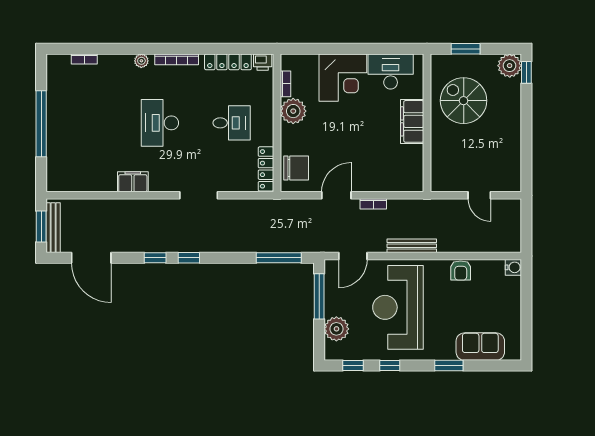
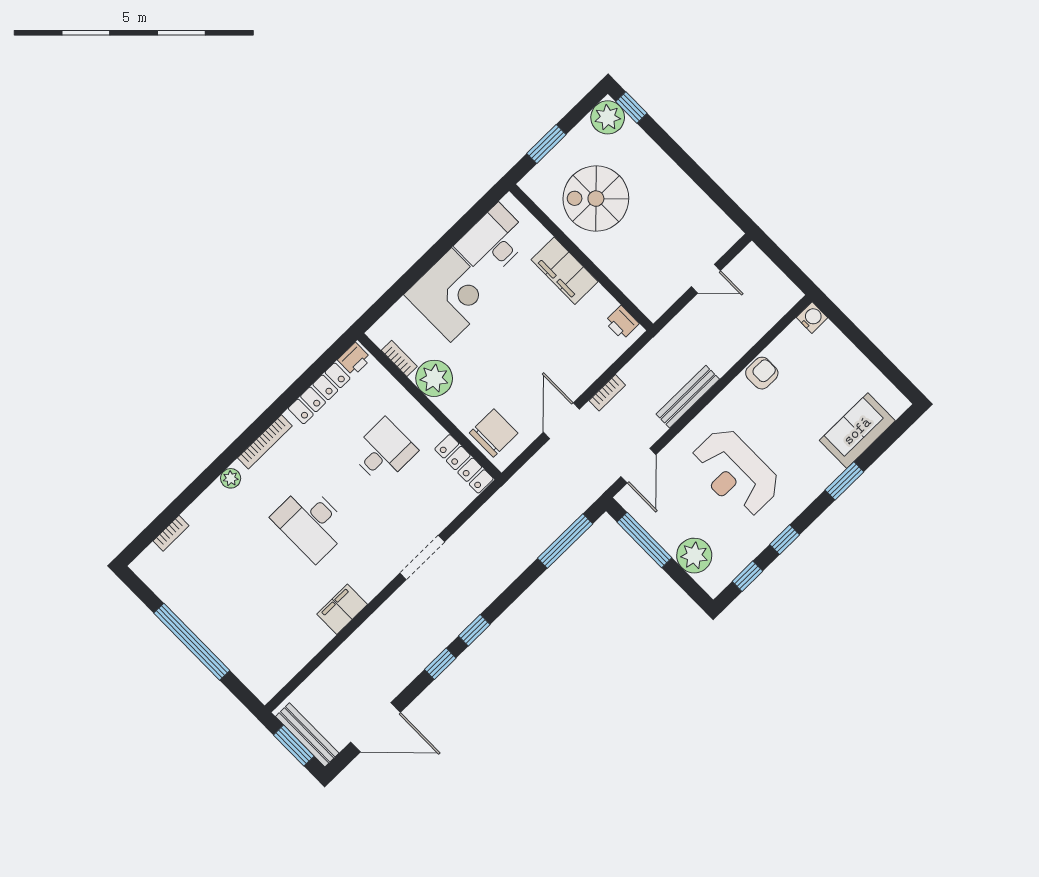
printer: (415, 176) -> (622, 323), added
armchair: (461, 270) -> (762, 373), turned -90
reception desk: (398, 307) -> (735, 473), width x0.74, depth x0.77

